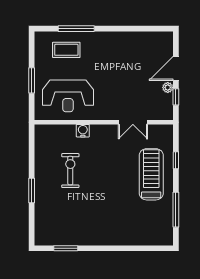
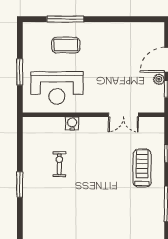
coffee table: (66, 50) -> (66, 45), moved
exercise bike: (70, 171) -> (59, 164), width x0.73, depth x0.72
treadmill: (151, 174) -> (142, 168), width x0.73, depth x0.73

